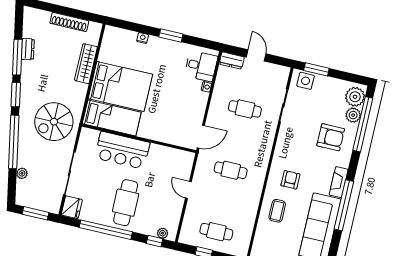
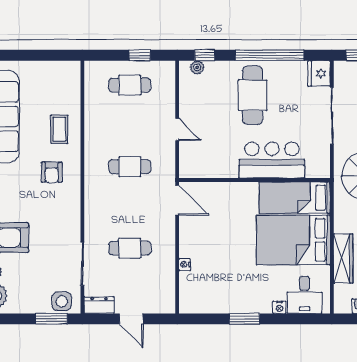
dresser: (232, 61) -> (99, 305), moved
desk: (201, 66) -> (305, 295), moved, turned -90
door: (201, 137) -> (177, 200), swing flipped

